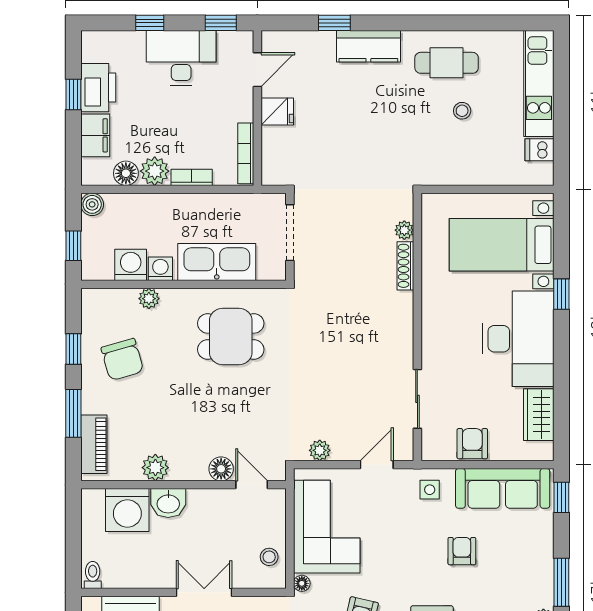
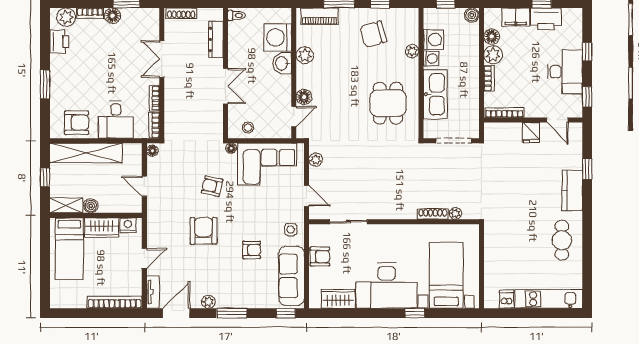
stool: (462, 111) -> (531, 250), removed

